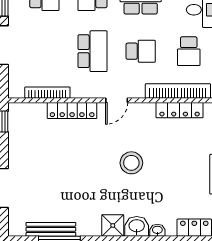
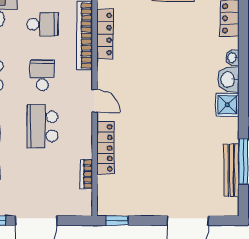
school desk: (92, 51) -> (42, 126), turned -90
bookcase: (47, 93) -> (86, 174), width x0.64
stool: (131, 163) -> (161, 85), removed

